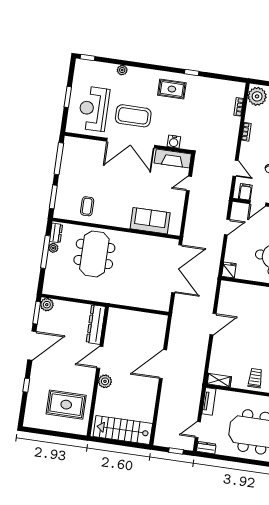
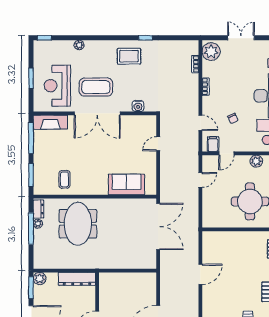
fireplace: (173, 158) -> (50, 122), moved
fridge: (229, 270) -> (208, 221), removed
dresser: (96, 325) -> (77, 279), moved, turned -90

